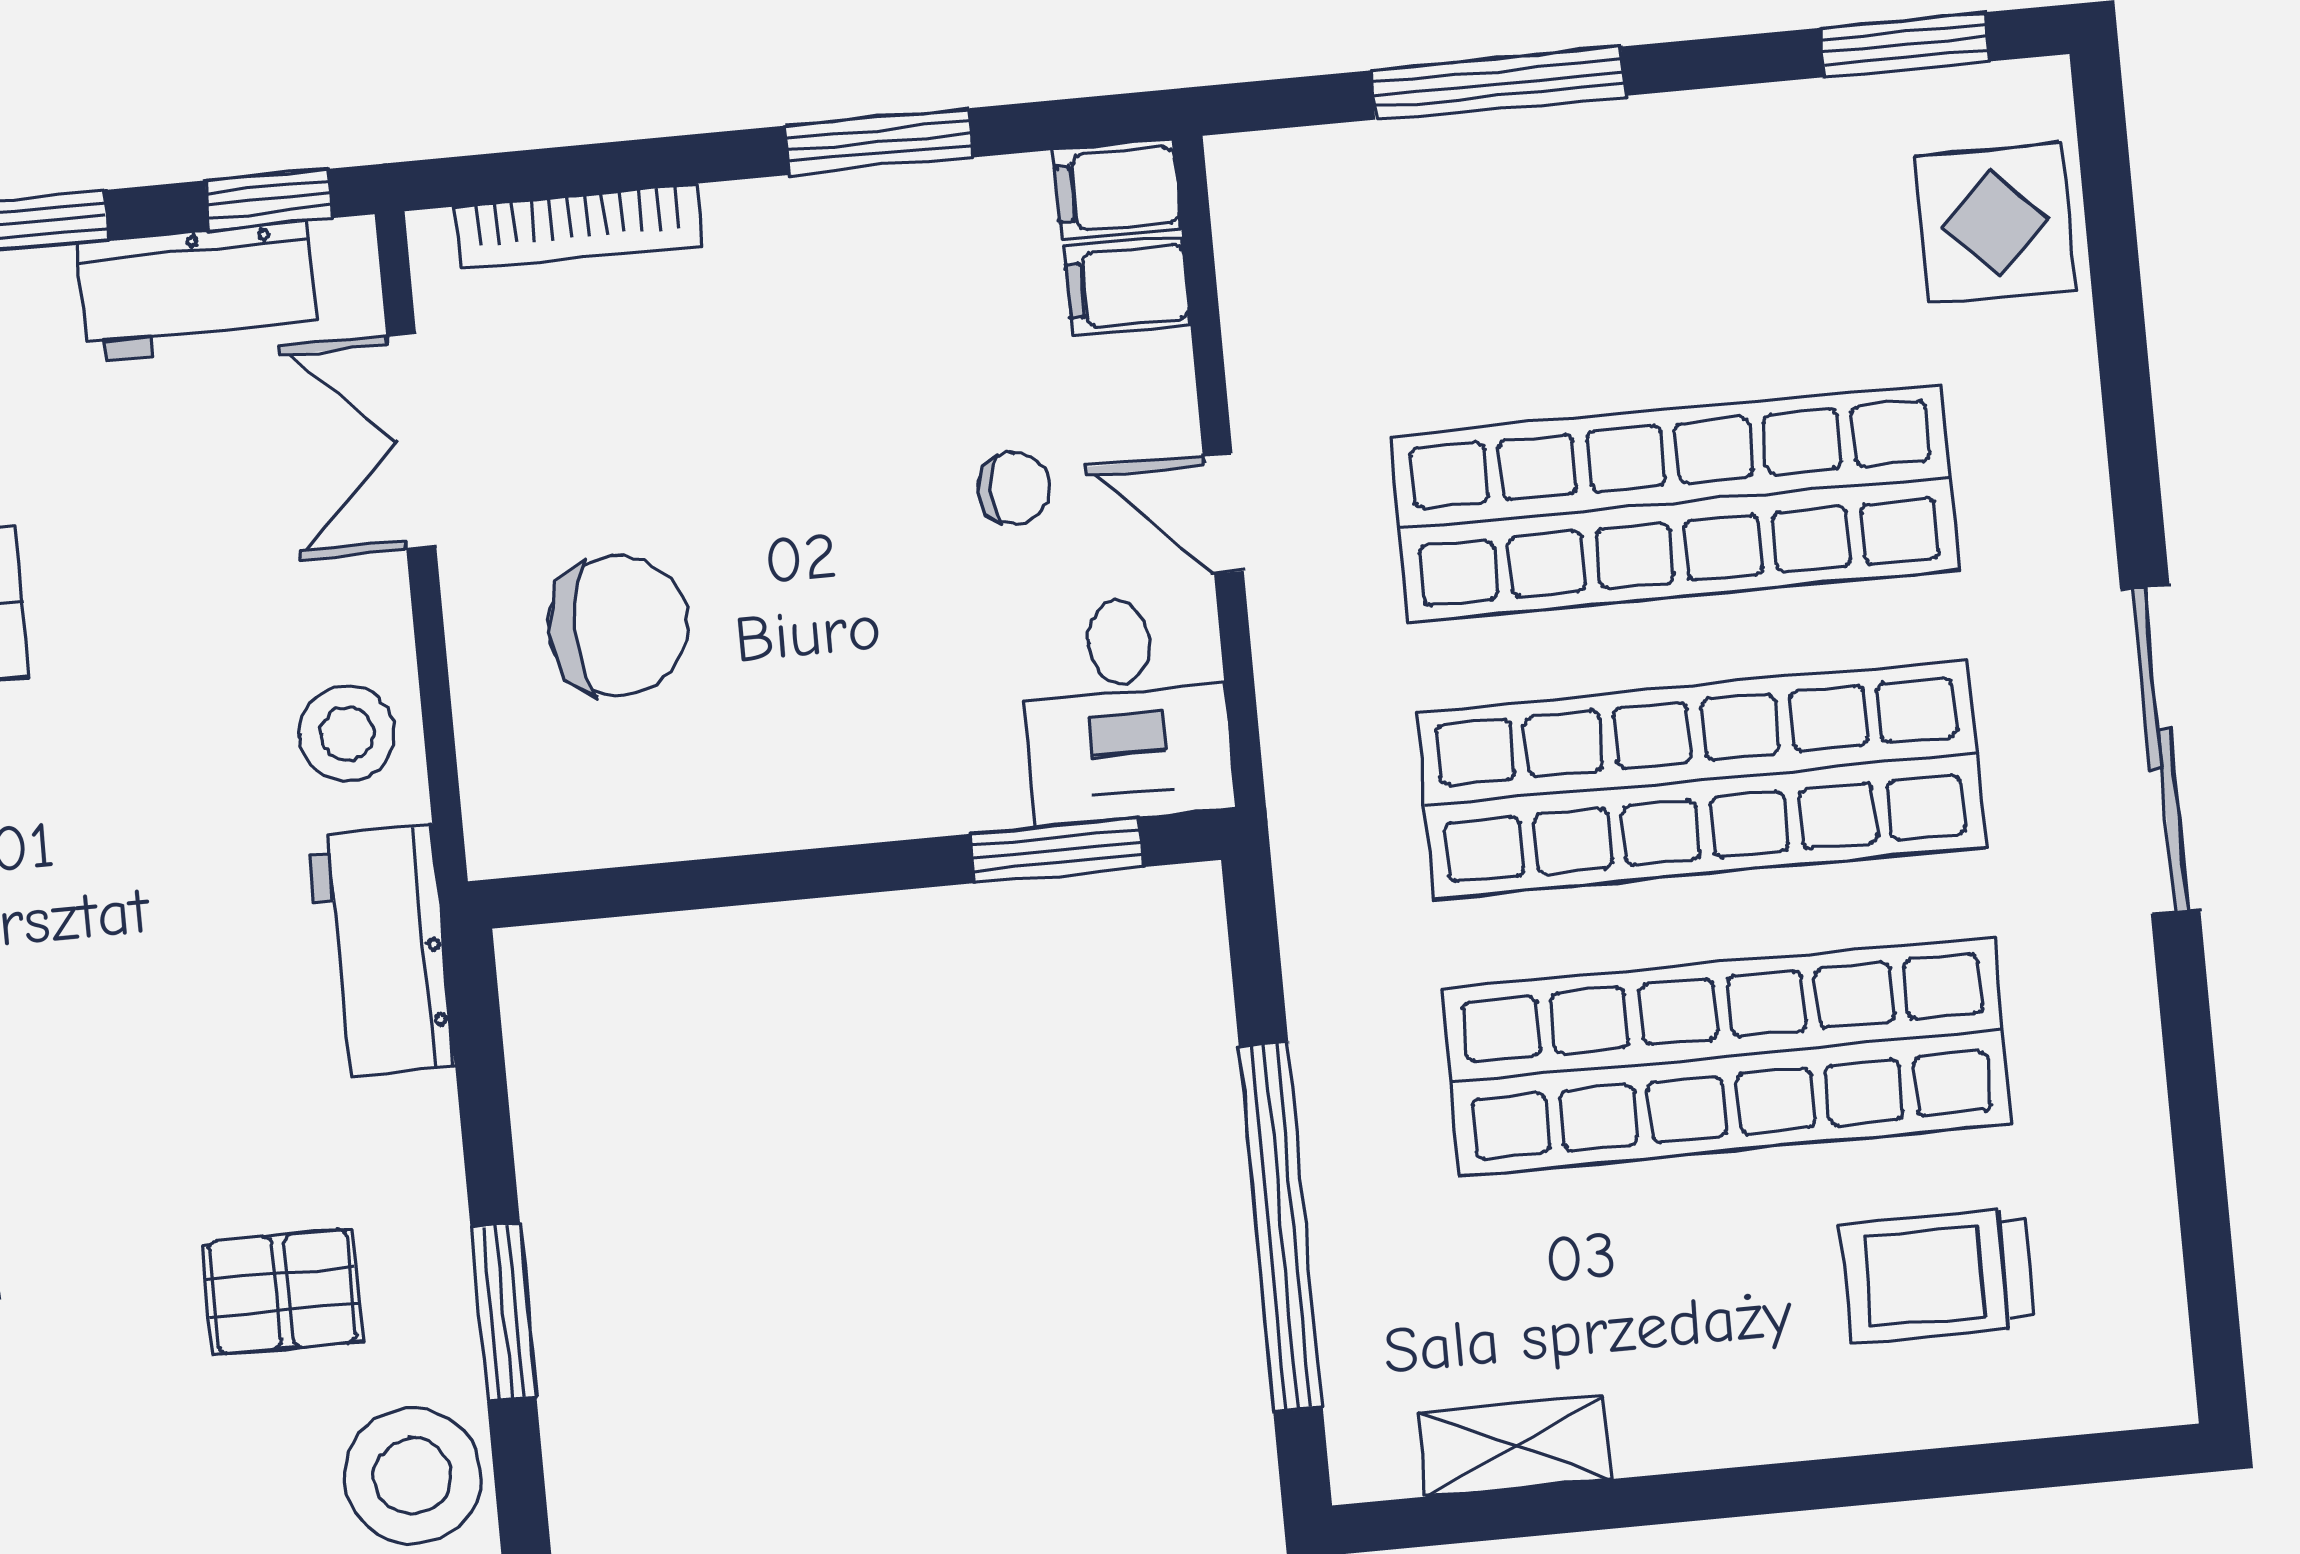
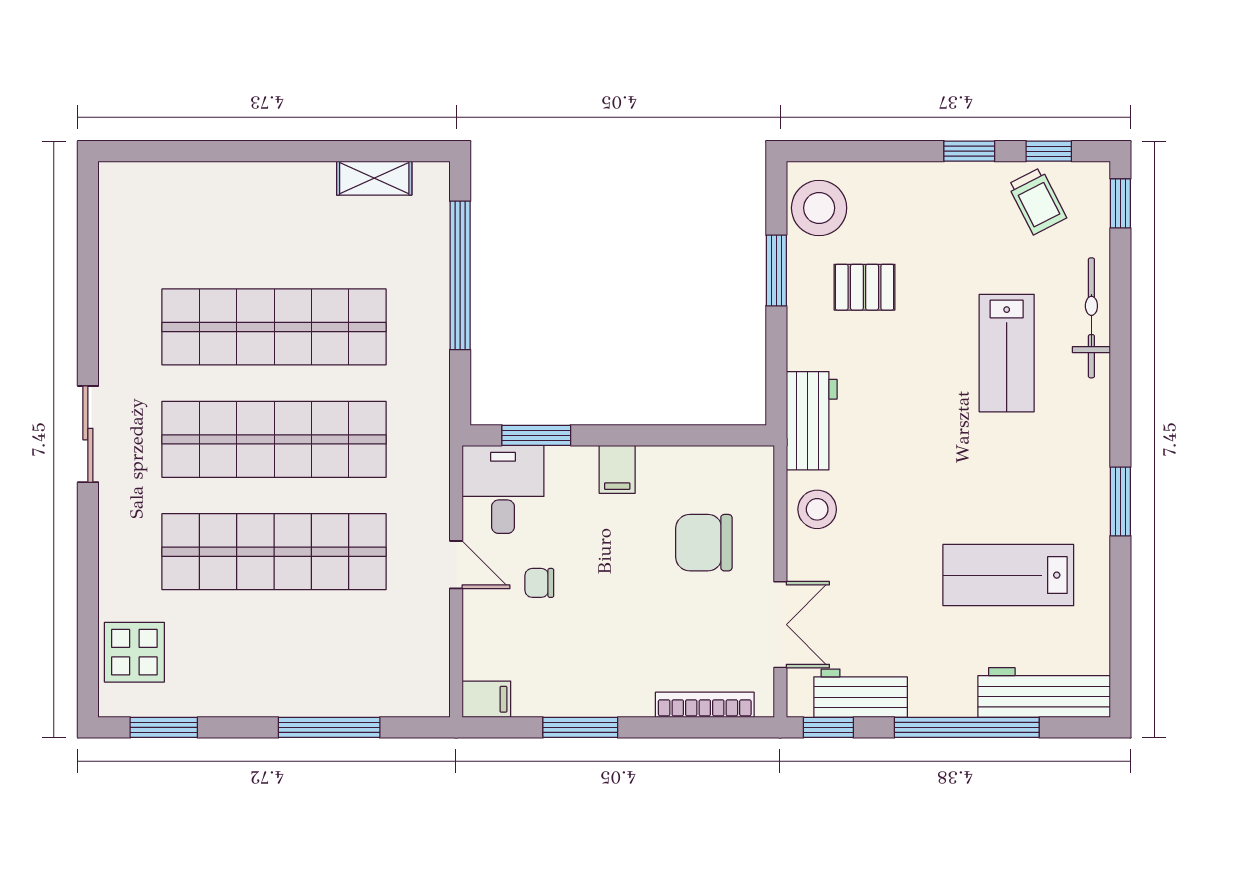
filing cabinet: (1127, 286) -> (617, 469), moved, turned 90
sliding door: (2160, 749) -> (88, 434), width x0.73
trolley: (1937, 1276) -> (198, 231), removed

